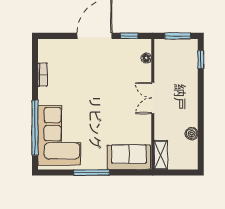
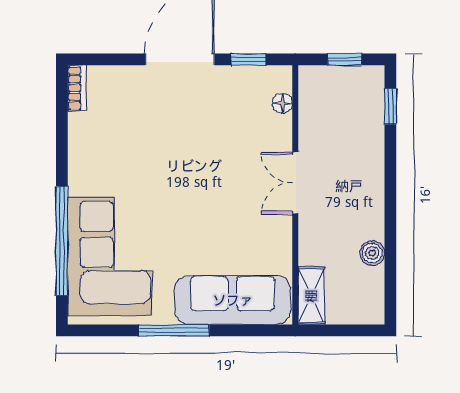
window: (178, 36) -> (345, 59), width x0.67
bookcase: (43, 75) -> (77, 88), moved
sofa: (129, 157) -> (233, 300), width x1.36

